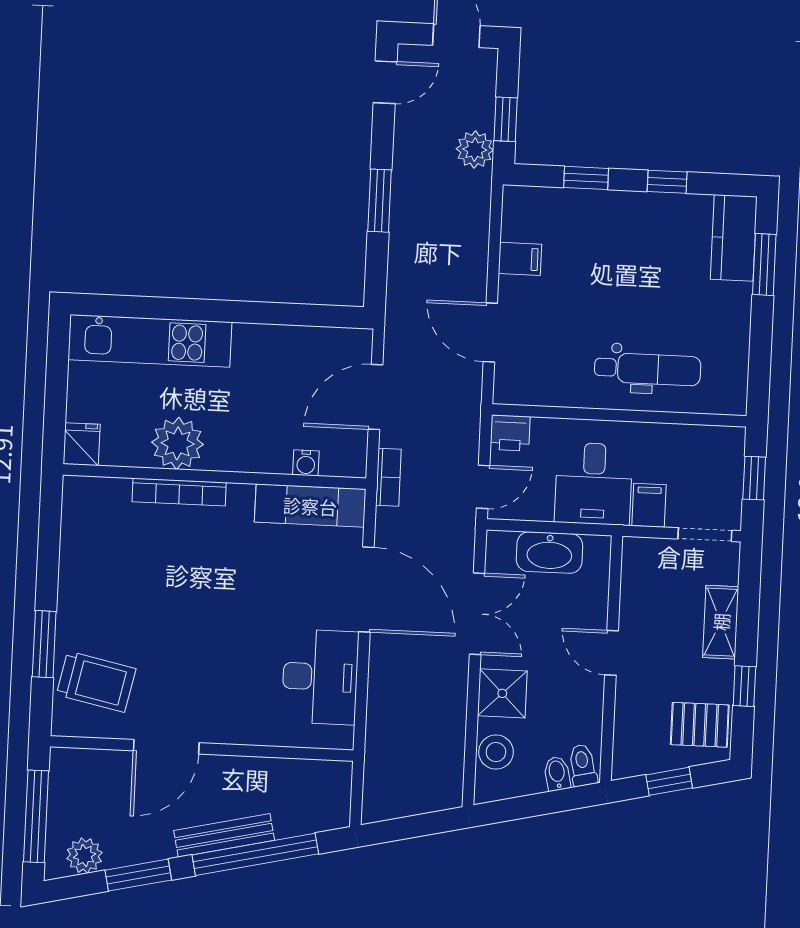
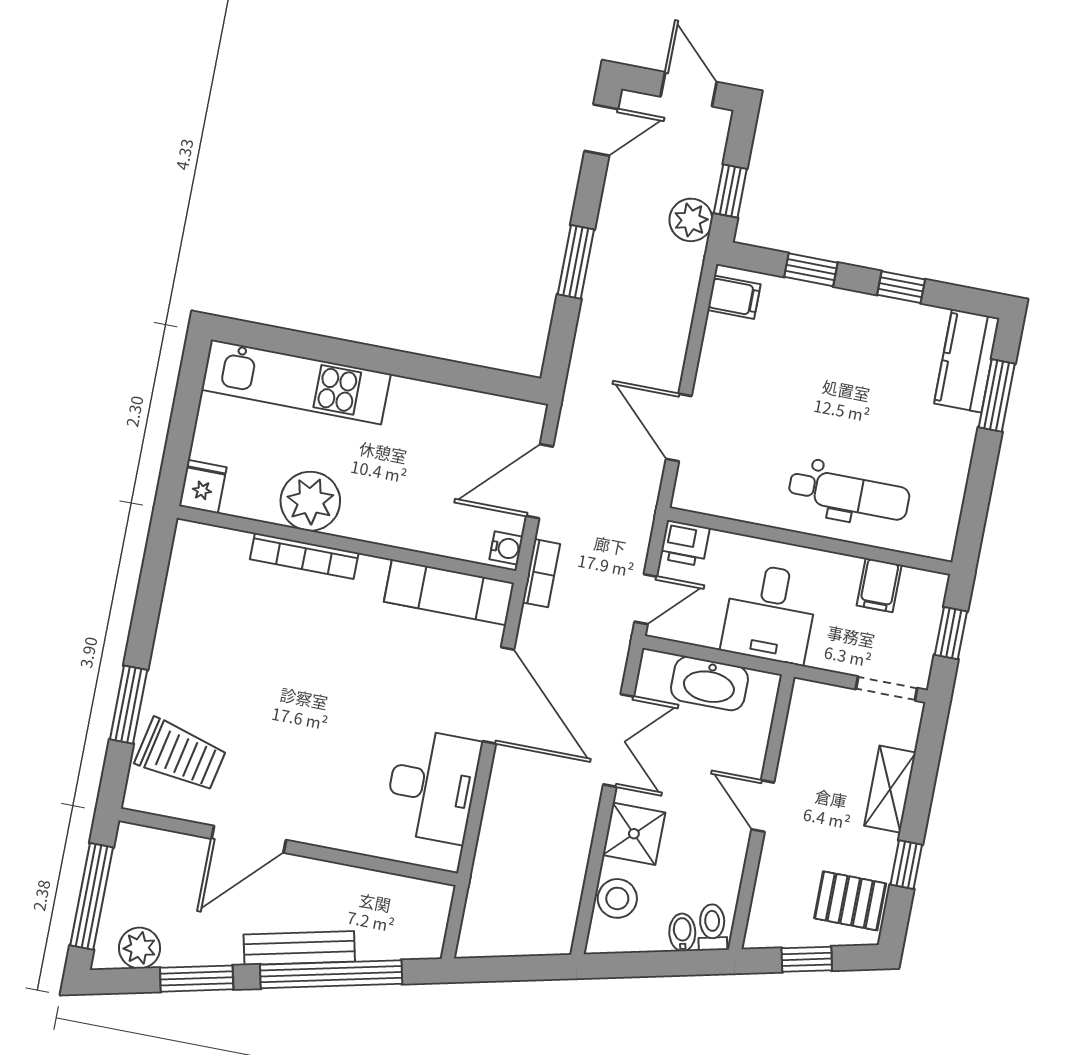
filing cabinet: (520, 259) -> (734, 297), moved
water cooler: (306, 463) -> (506, 548), moved, turned -90
filing cabinet: (649, 505) -> (879, 585), moved, turned 180

